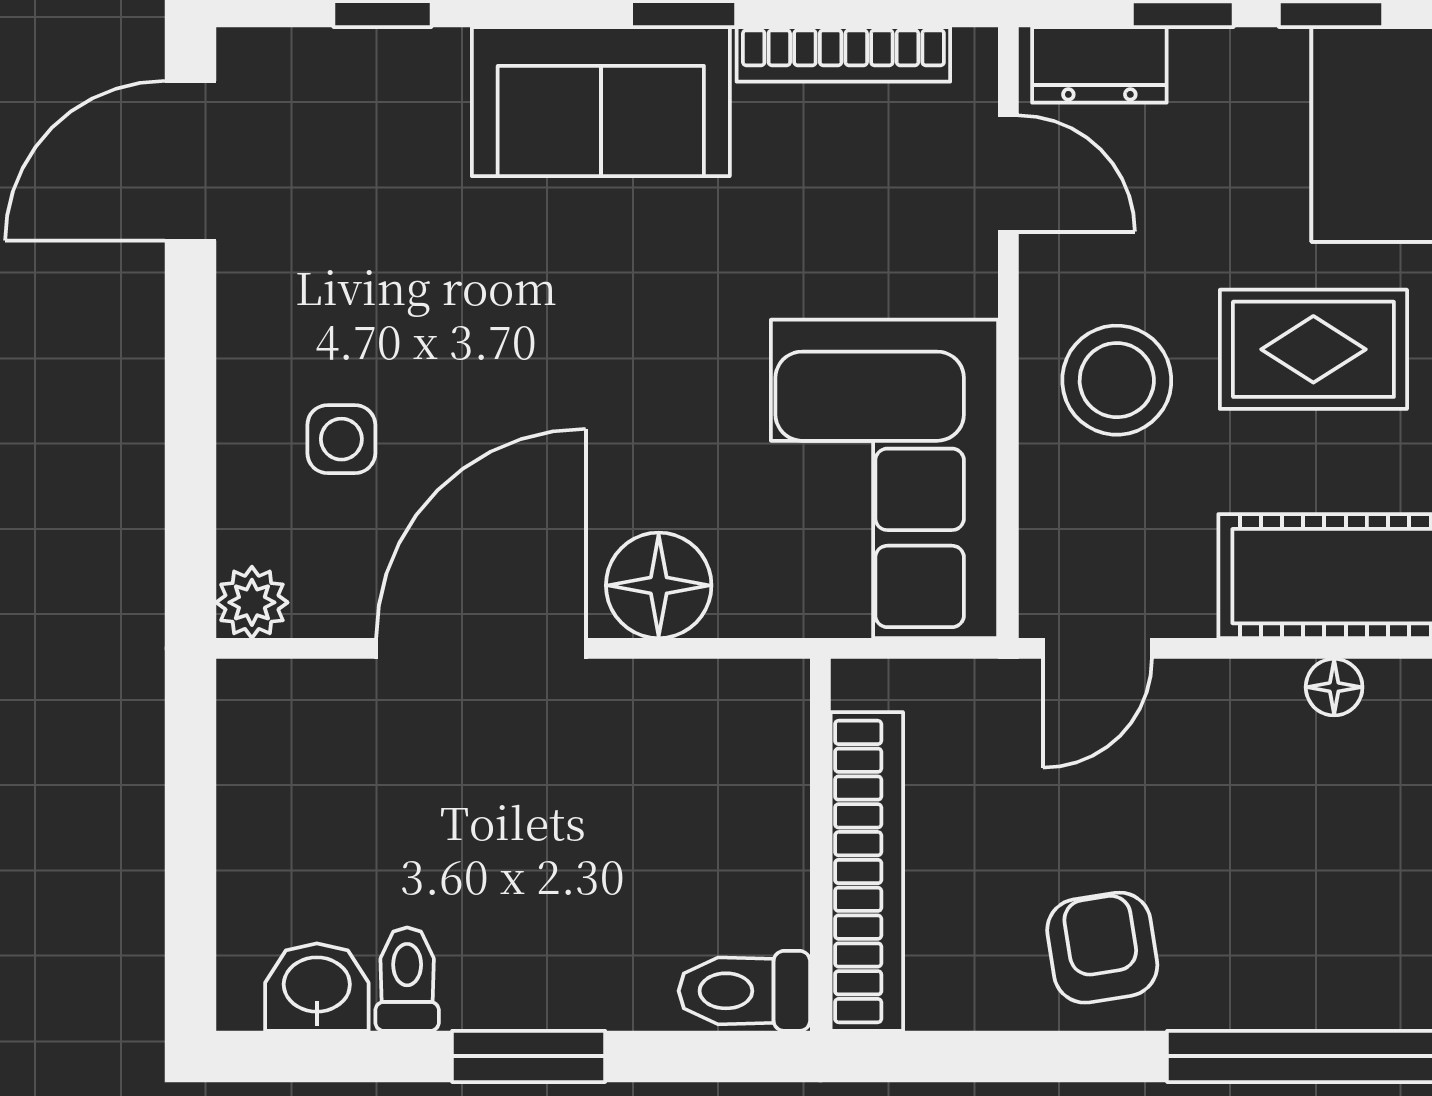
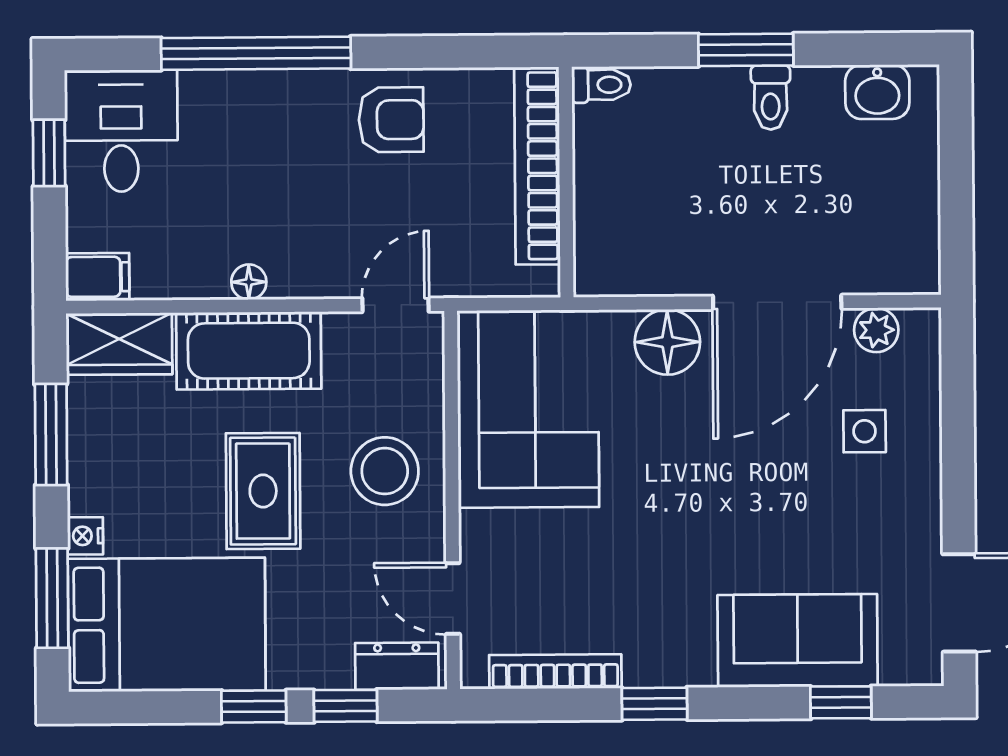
sofa: (601, 102) -> (798, 641), moved
rug: (1313, 349) -> (263, 491), turned 90
plant: (252, 602) -> (876, 330), moved
armchair: (1102, 948) -> (391, 120), turned -81
toilet: (407, 979) -> (771, 98), moved
toilet: (744, 991) -> (601, 85), width x0.73, depth x0.72

